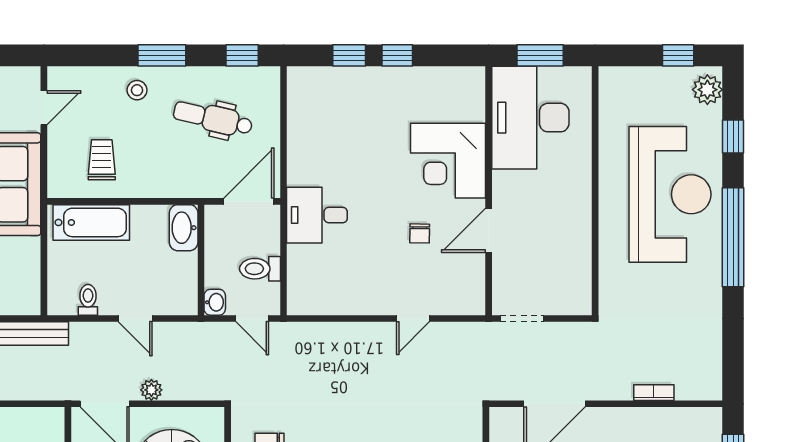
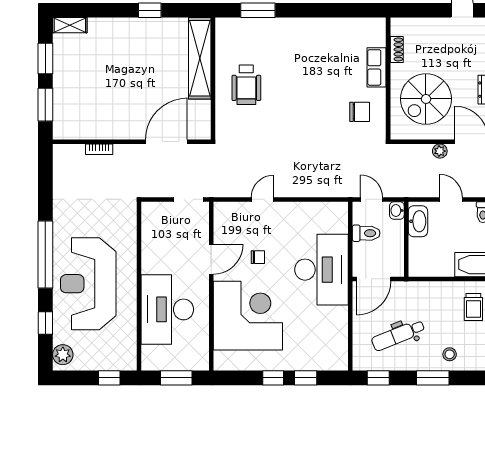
window: (678, 55) -> (109, 378), moved
dental chair: (213, 118) -> (398, 335), turned 145
desk: (530, 118) -> (167, 309), moved, turned 180
corner desk: (448, 161) -> (248, 316), width x1.36, depth x1.36
desk: (317, 215) -> (321, 270), width x1.87, depth x1.30
washbasin: (184, 228) -> (418, 221), moved
chair: (420, 233) -> (258, 257), turned 89

